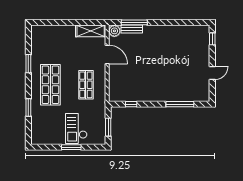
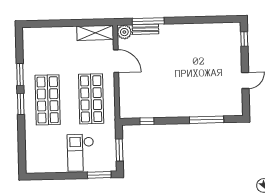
shop shelf: (86, 85) -> (91, 99), width x1.43, depth x1.36
window: (28, 107) -> (21, 104), moved
window: (71, 147) -> (99, 175), moved

